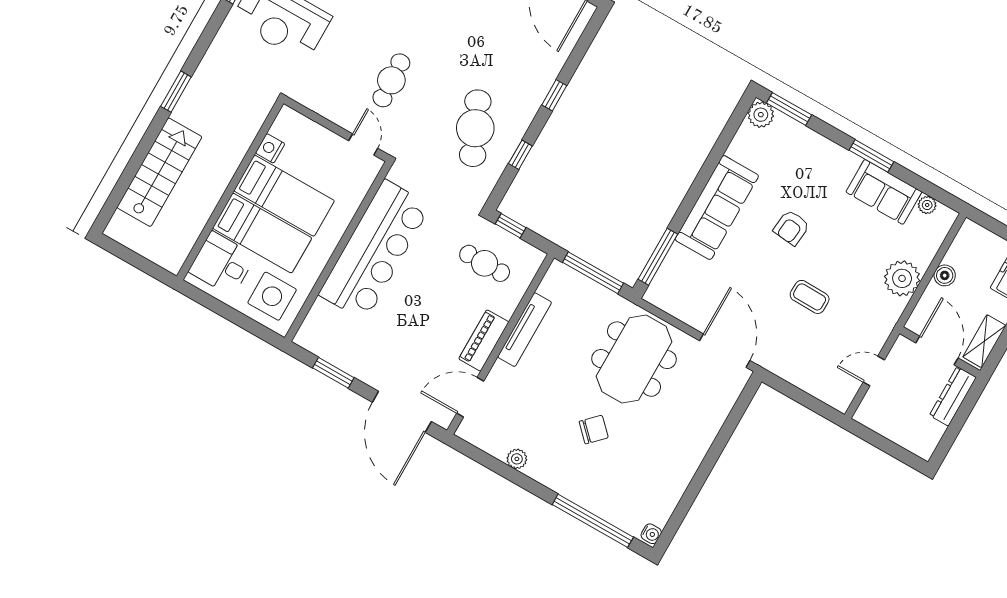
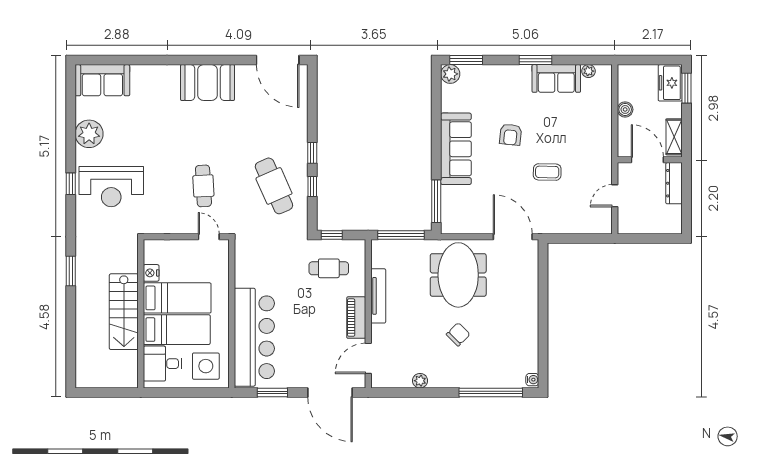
window: (554, 95) -> (312, 153), moved
stairs: (159, 172) -> (124, 312), moved, turned 180
bar counter: (375, 250) -> (254, 337), moved
plant: (902, 278) -> (599, 127), removed

